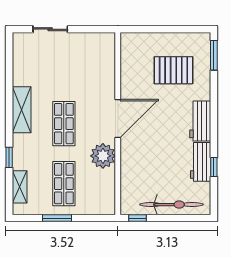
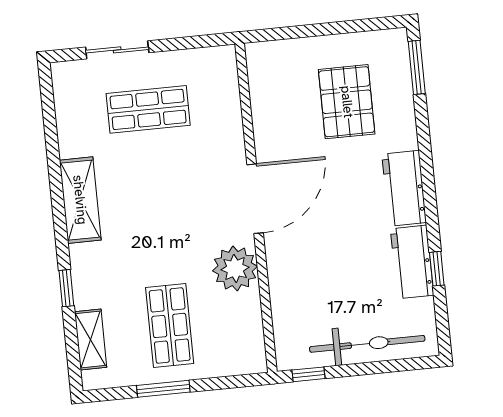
pallet: (173, 70) -> (347, 102), turned 90
shop shelf: (64, 124) -> (148, 109), moved, turned 90

